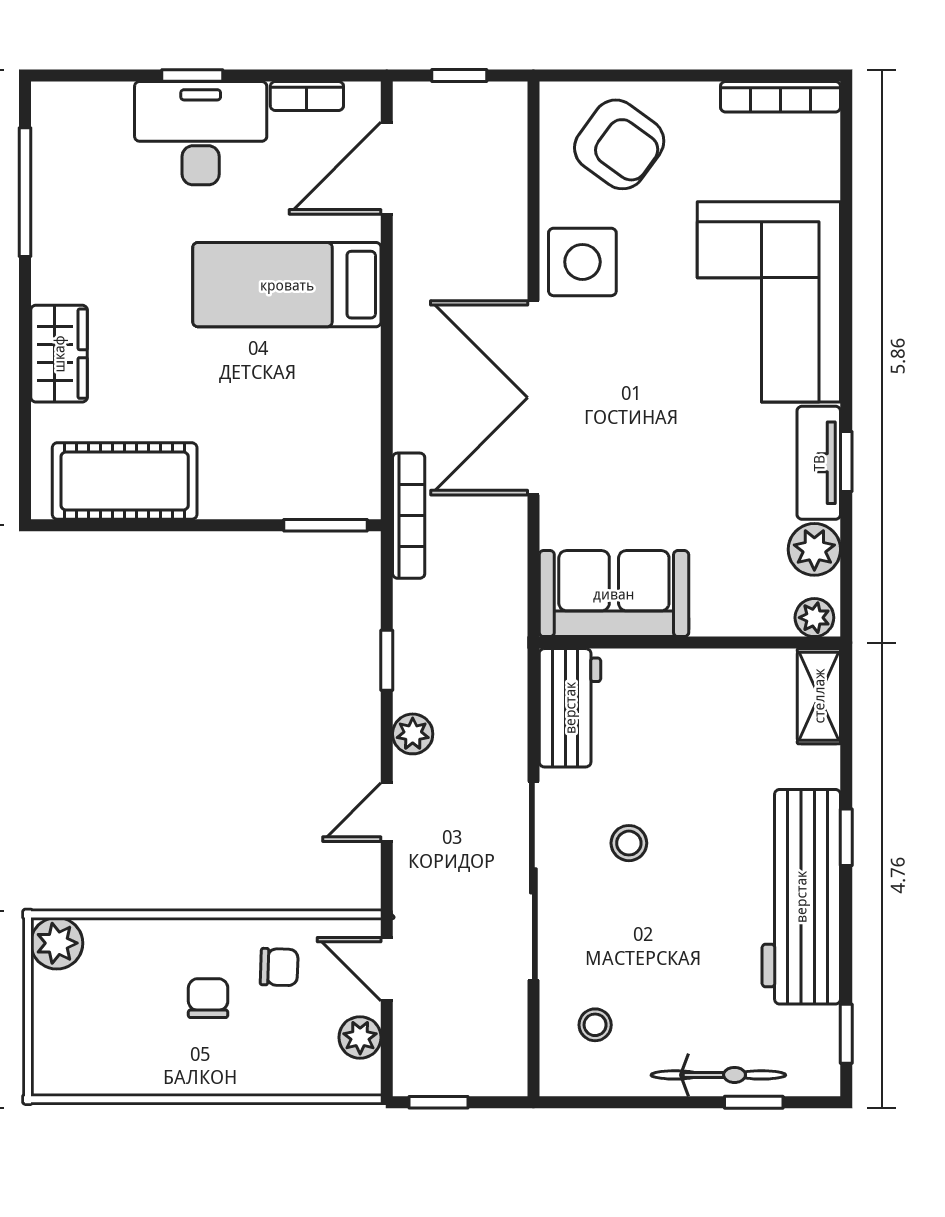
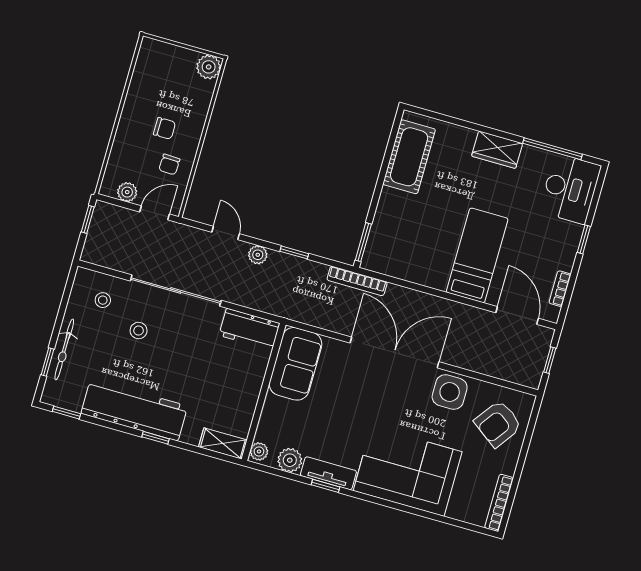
desk: (201, 133) -> (570, 189), moved
wardrobe: (59, 354) -> (497, 150), moved
stool: (629, 843) -> (139, 331), moved

